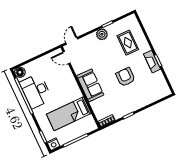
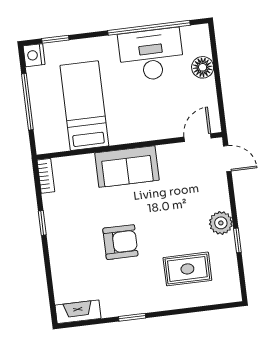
fireplace: (152, 62) -> (78, 312), moved
floor lamp: (20, 72) -> (203, 67), moved

